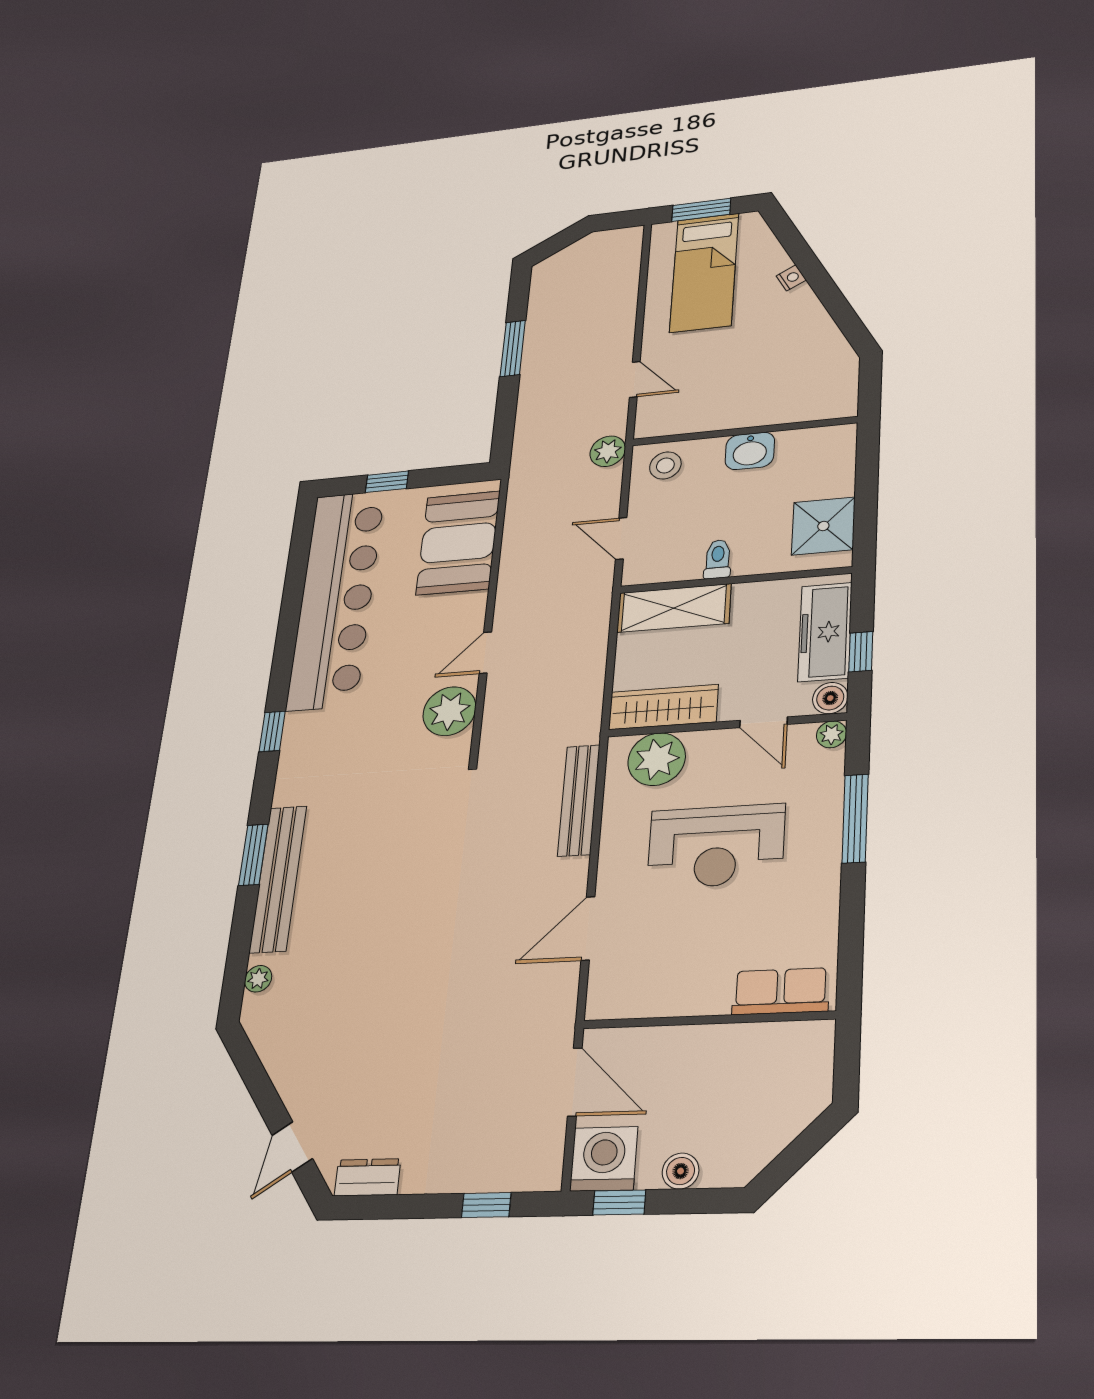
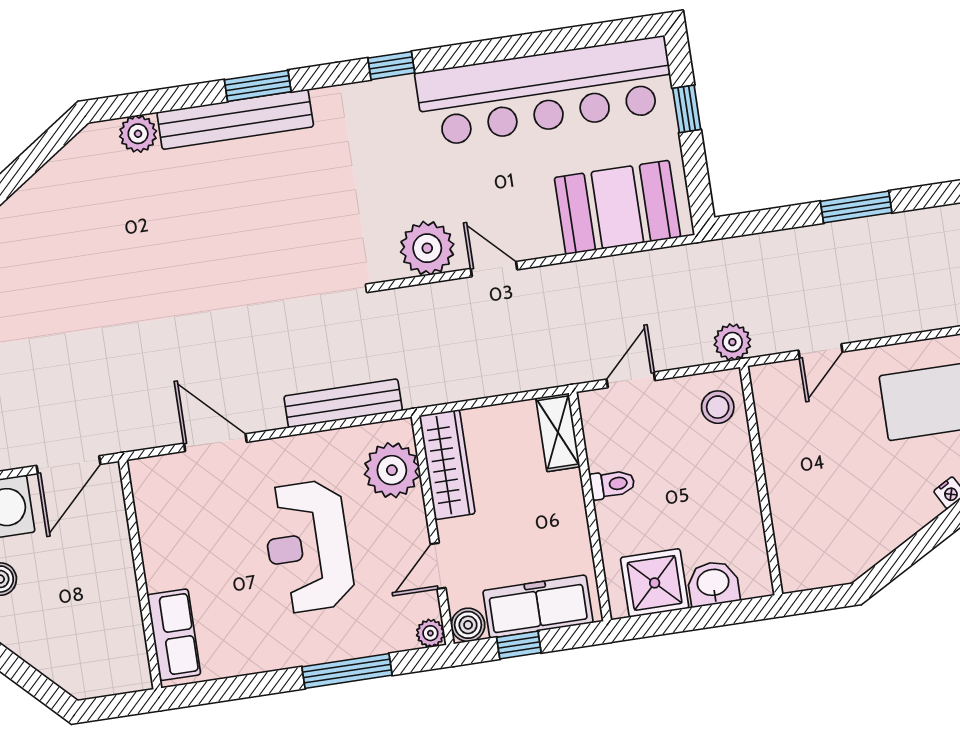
washbasin: (750, 451) -> (713, 584), moved, turned 90
shelving: (674, 608) -> (558, 432), width x0.67, depth x0.75
plant: (258, 979) -> (138, 134), width x1.38, depth x1.38

